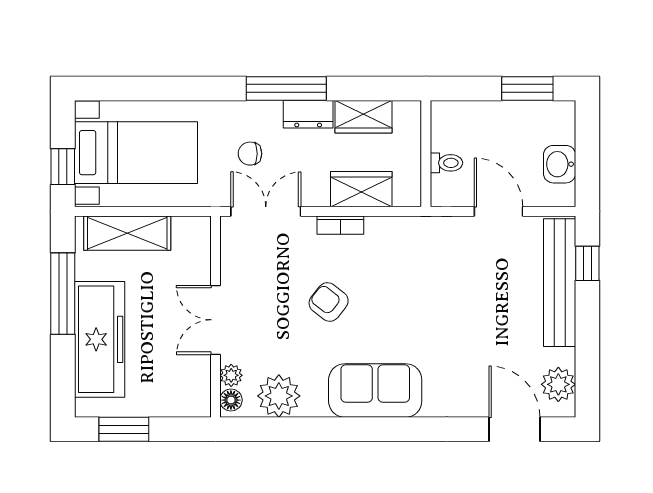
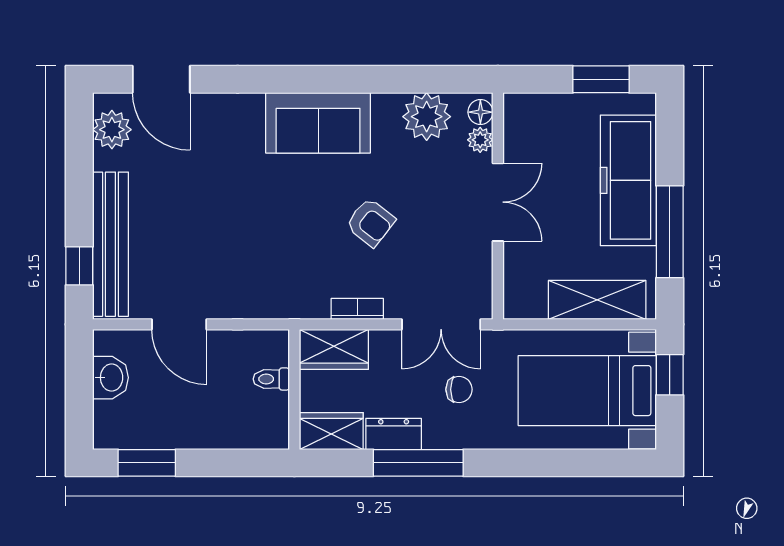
wall: (426, 154) -> (294, 389), moved
toilet: (446, 163) -> (271, 379), moved

